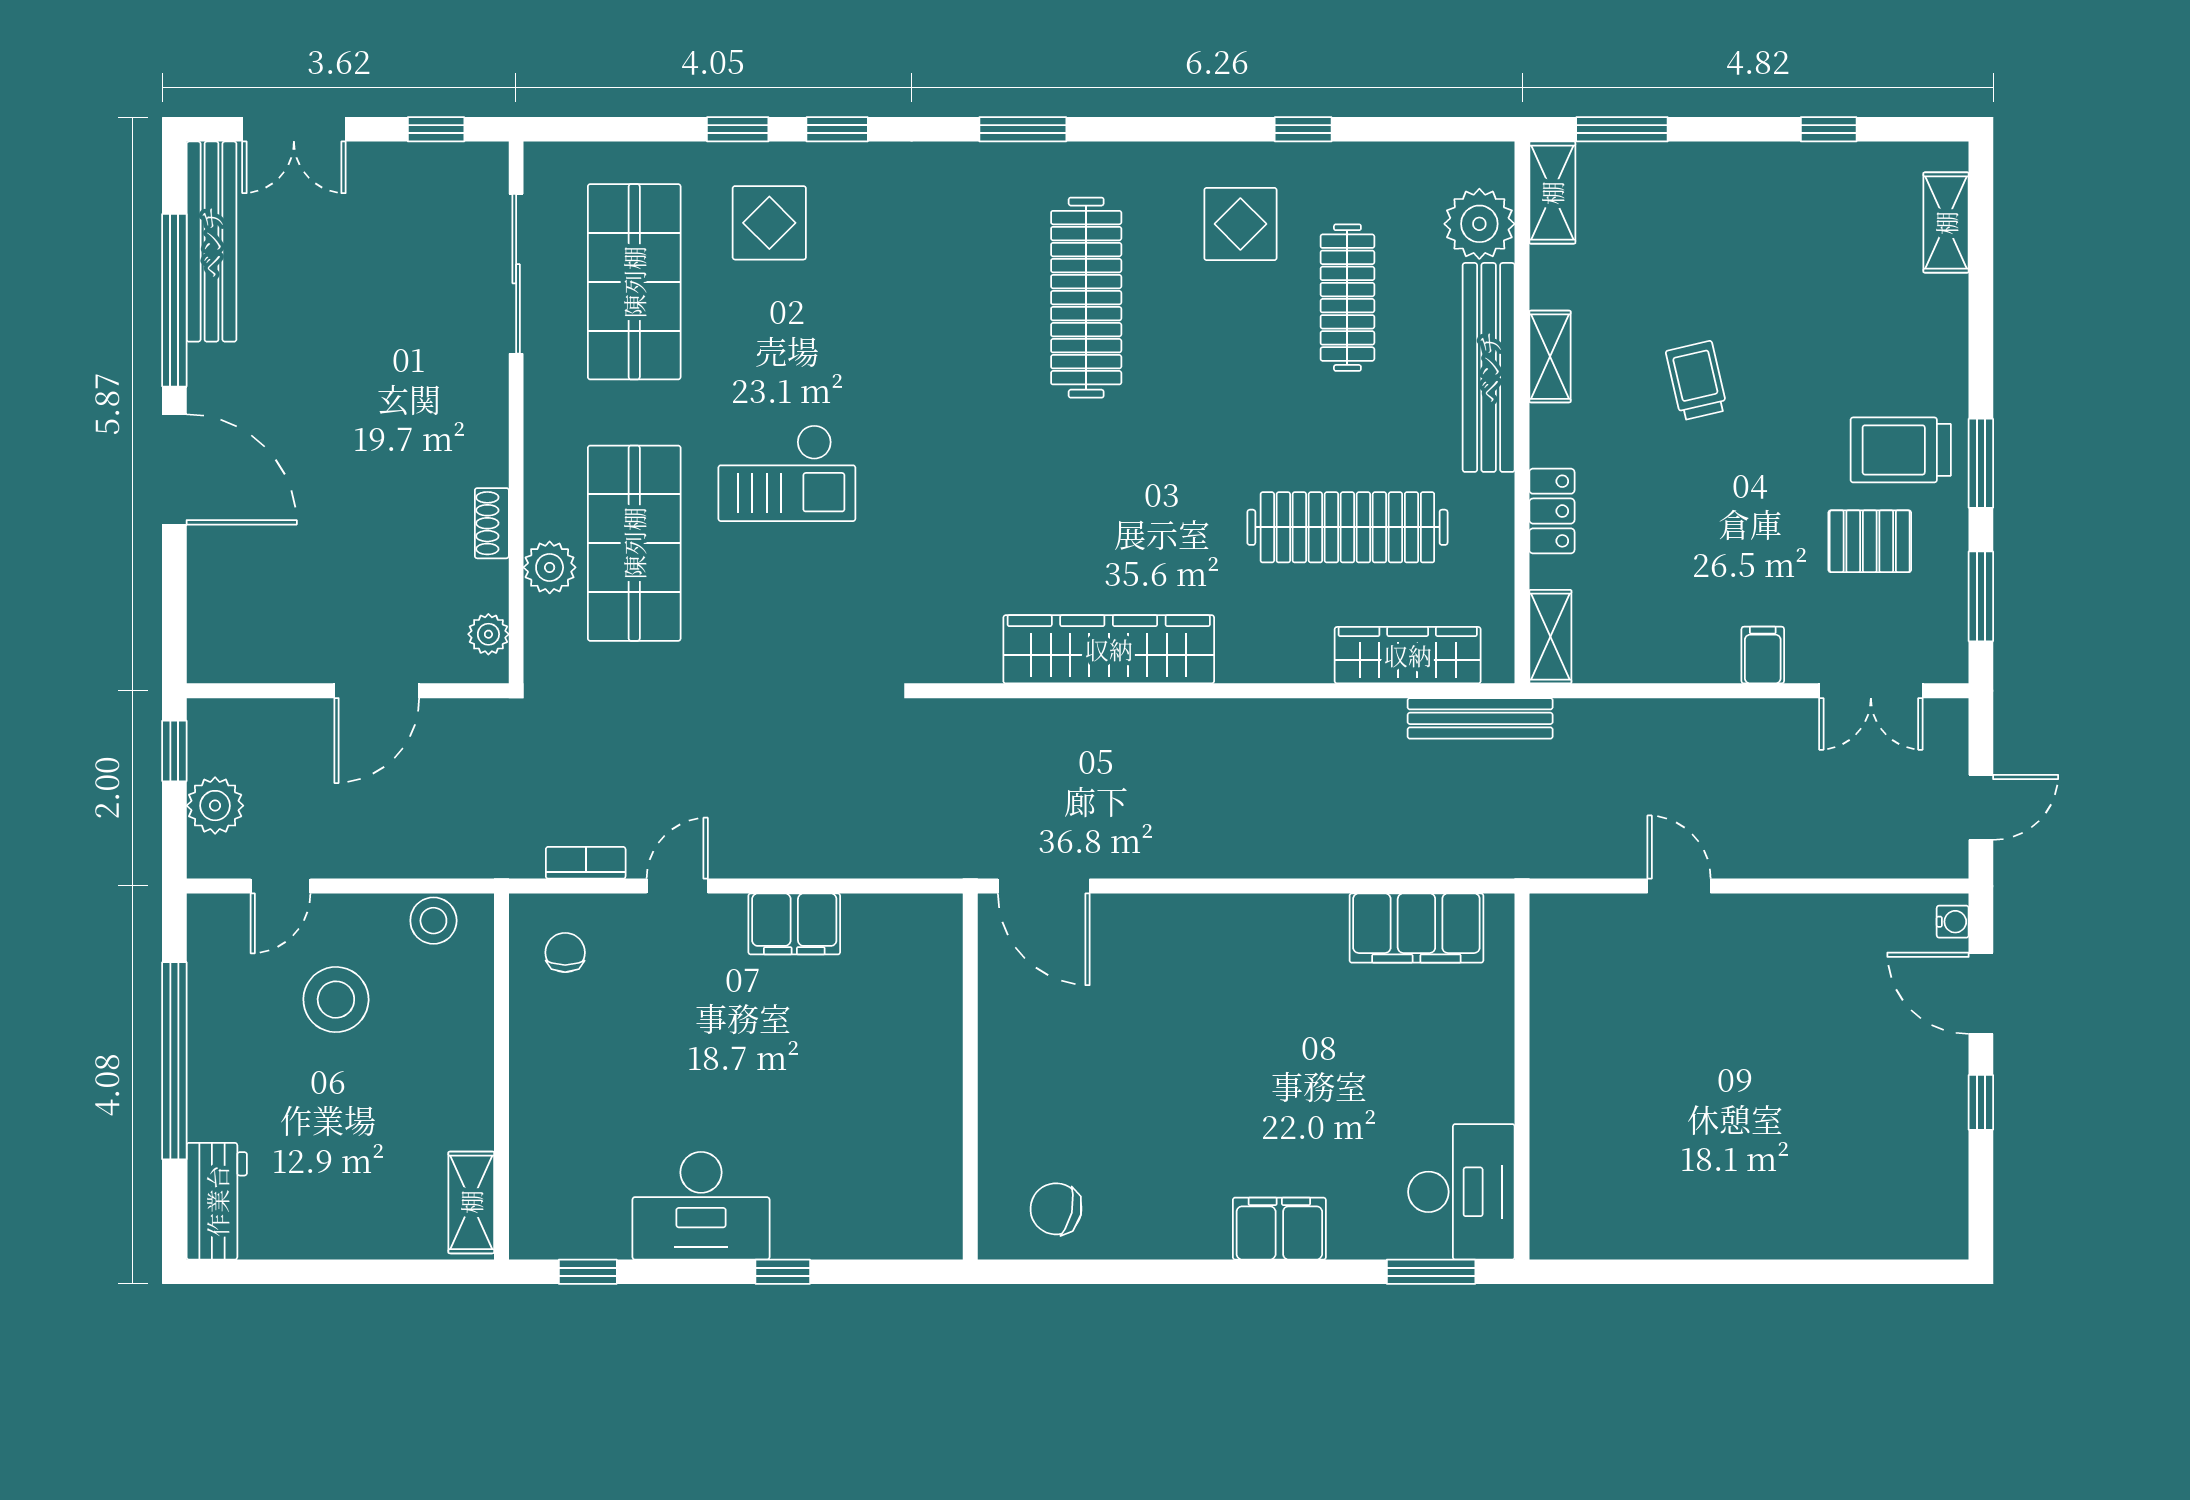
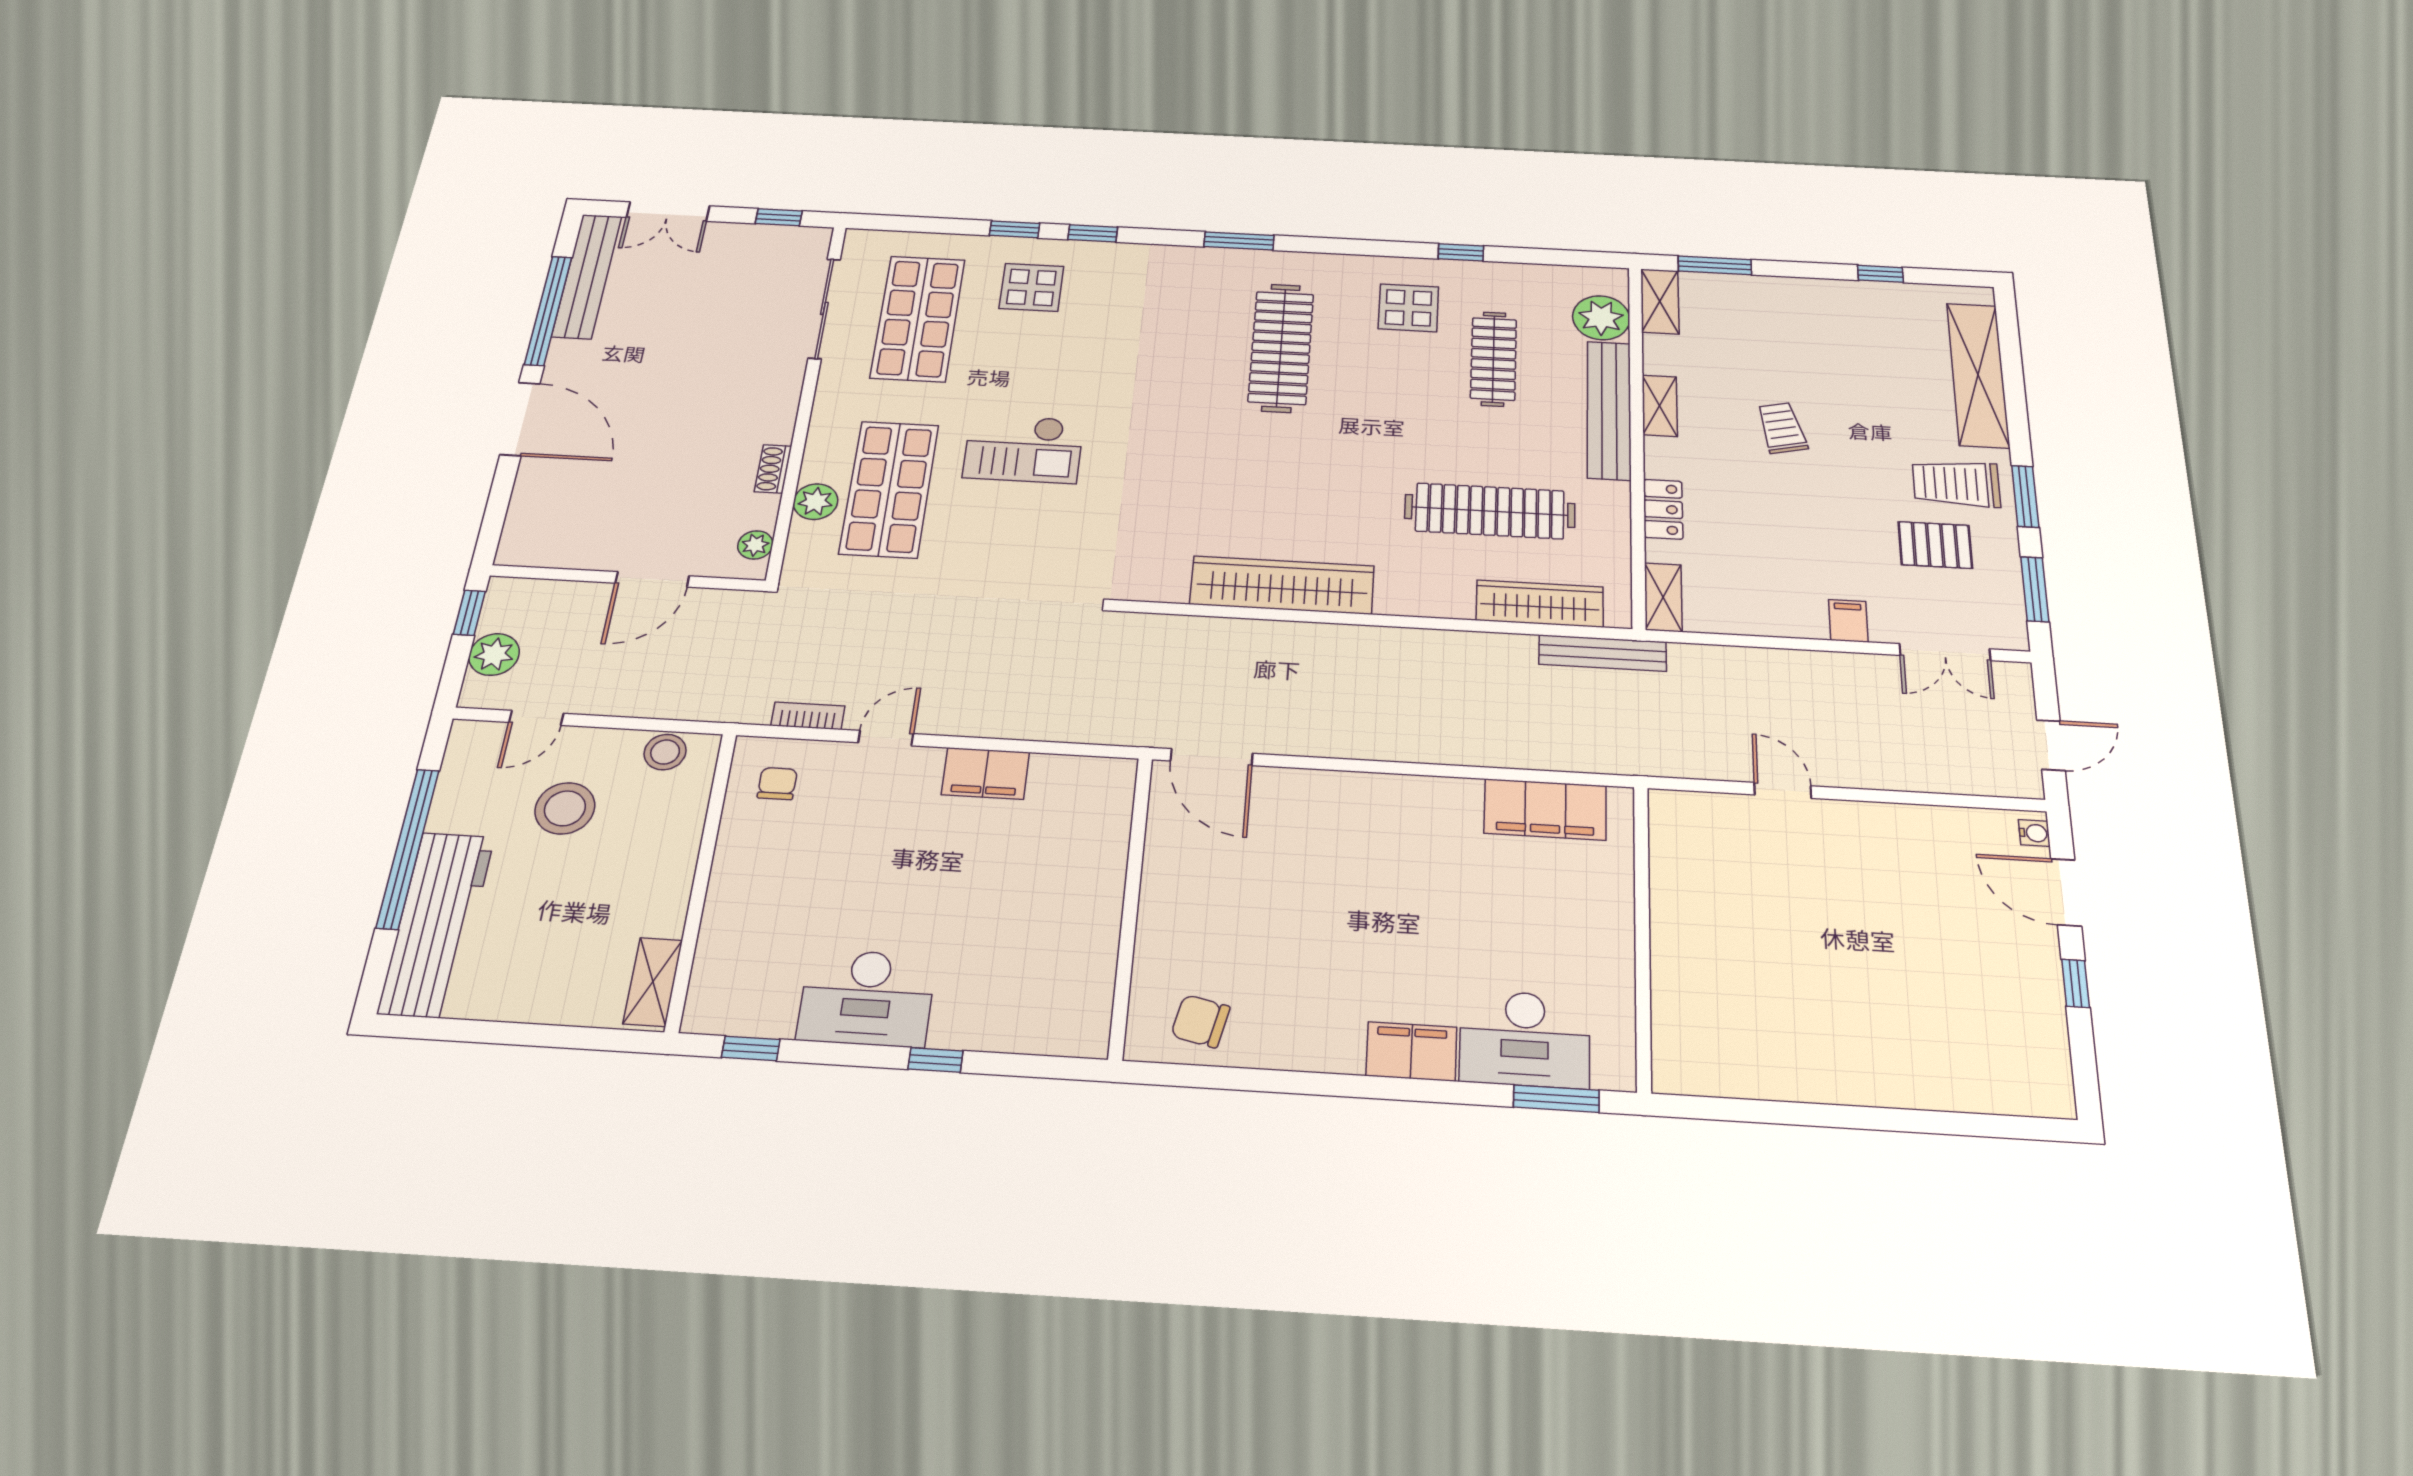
shelving: (1946, 223) -> (1978, 375), width x2.20, depth x1.33
desk: (1461, 1192) -> (1525, 1039), moved, turned 90
workbench: (217, 1201) -> (437, 924), width x1.88, depth x1.32

